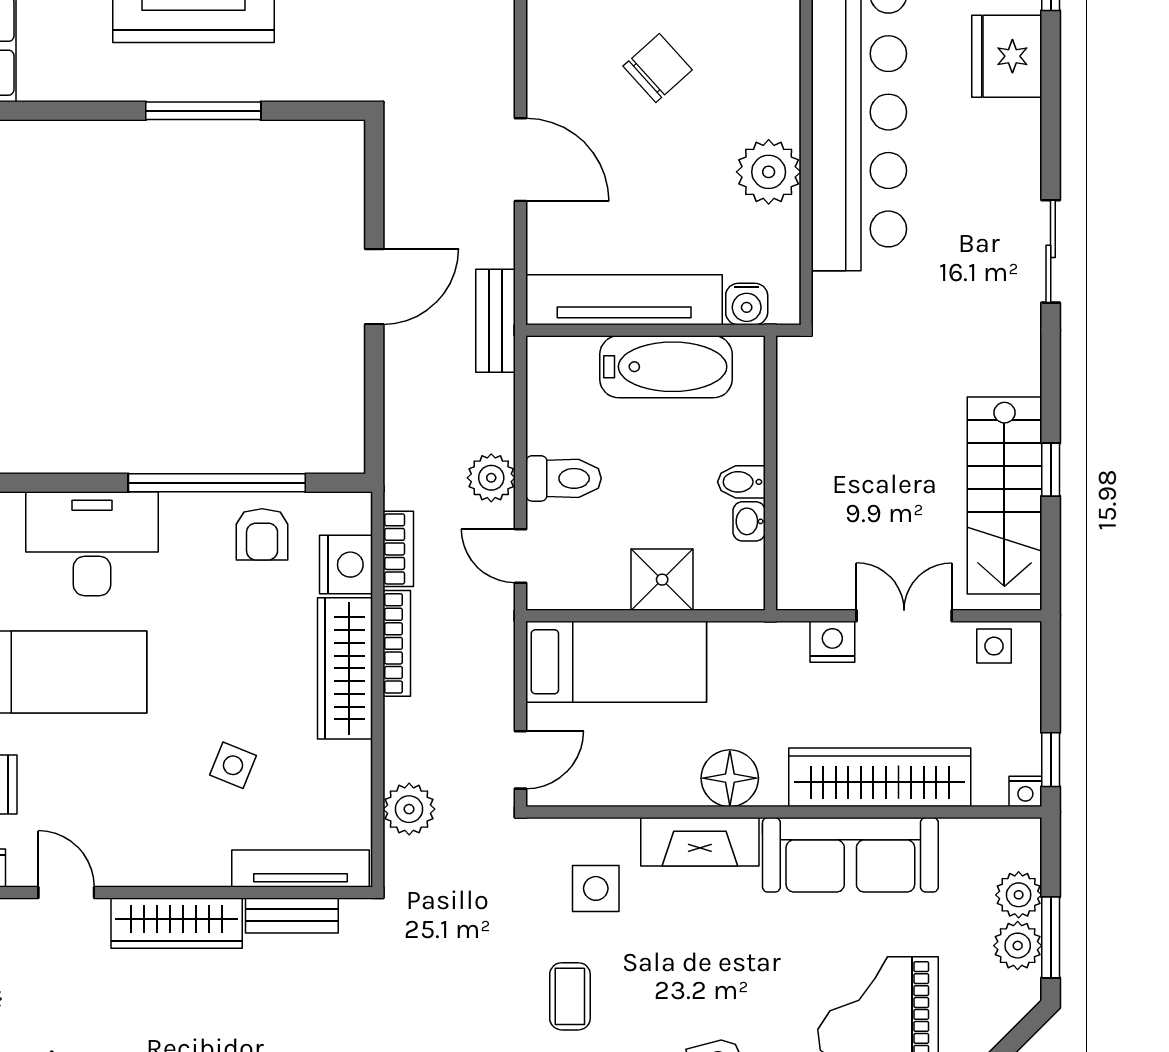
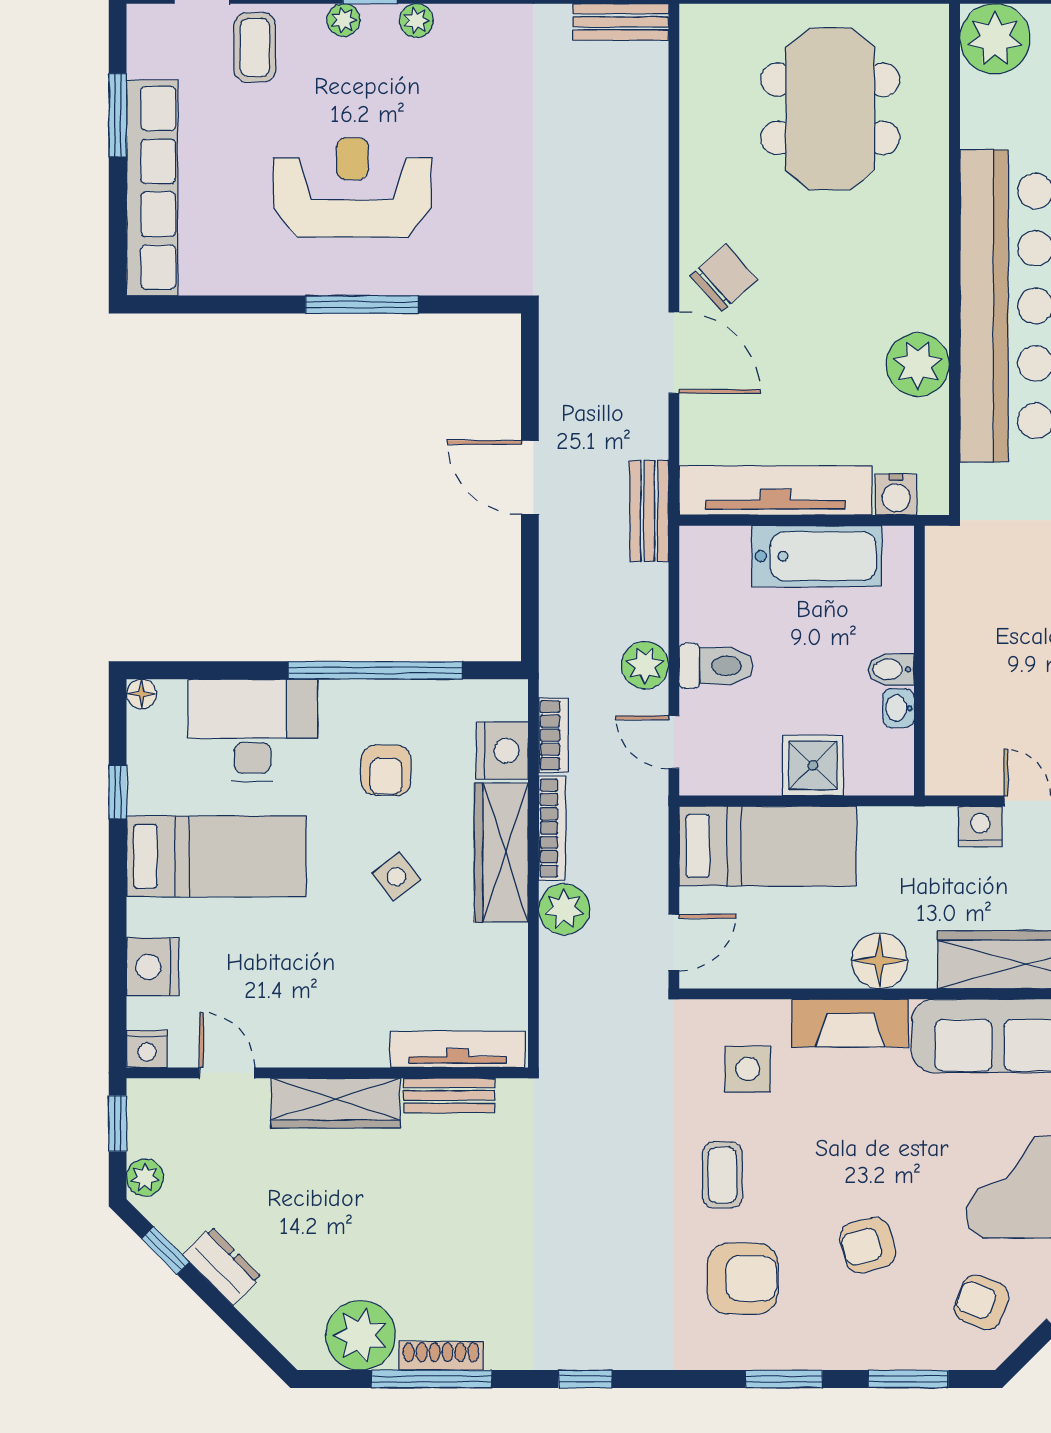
chair: (658, 68) -> (724, 278), moved
door: (374, 287) -> (530, 477), swing flipped
armchair: (262, 534) -> (386, 770), moved
side table: (233, 765) -> (396, 877), moved, turned 30
plant: (409, 809) -> (564, 909), moved

